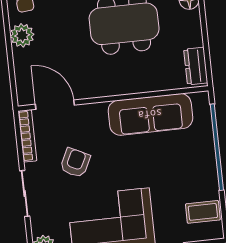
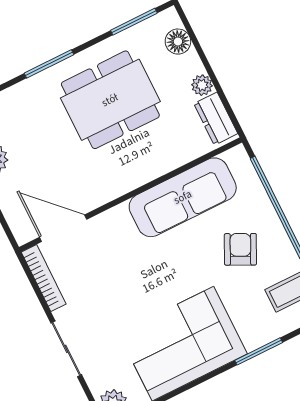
plant: (195, 38) -> (202, 85), added
armchair: (75, 163) -> (240, 249), moved

